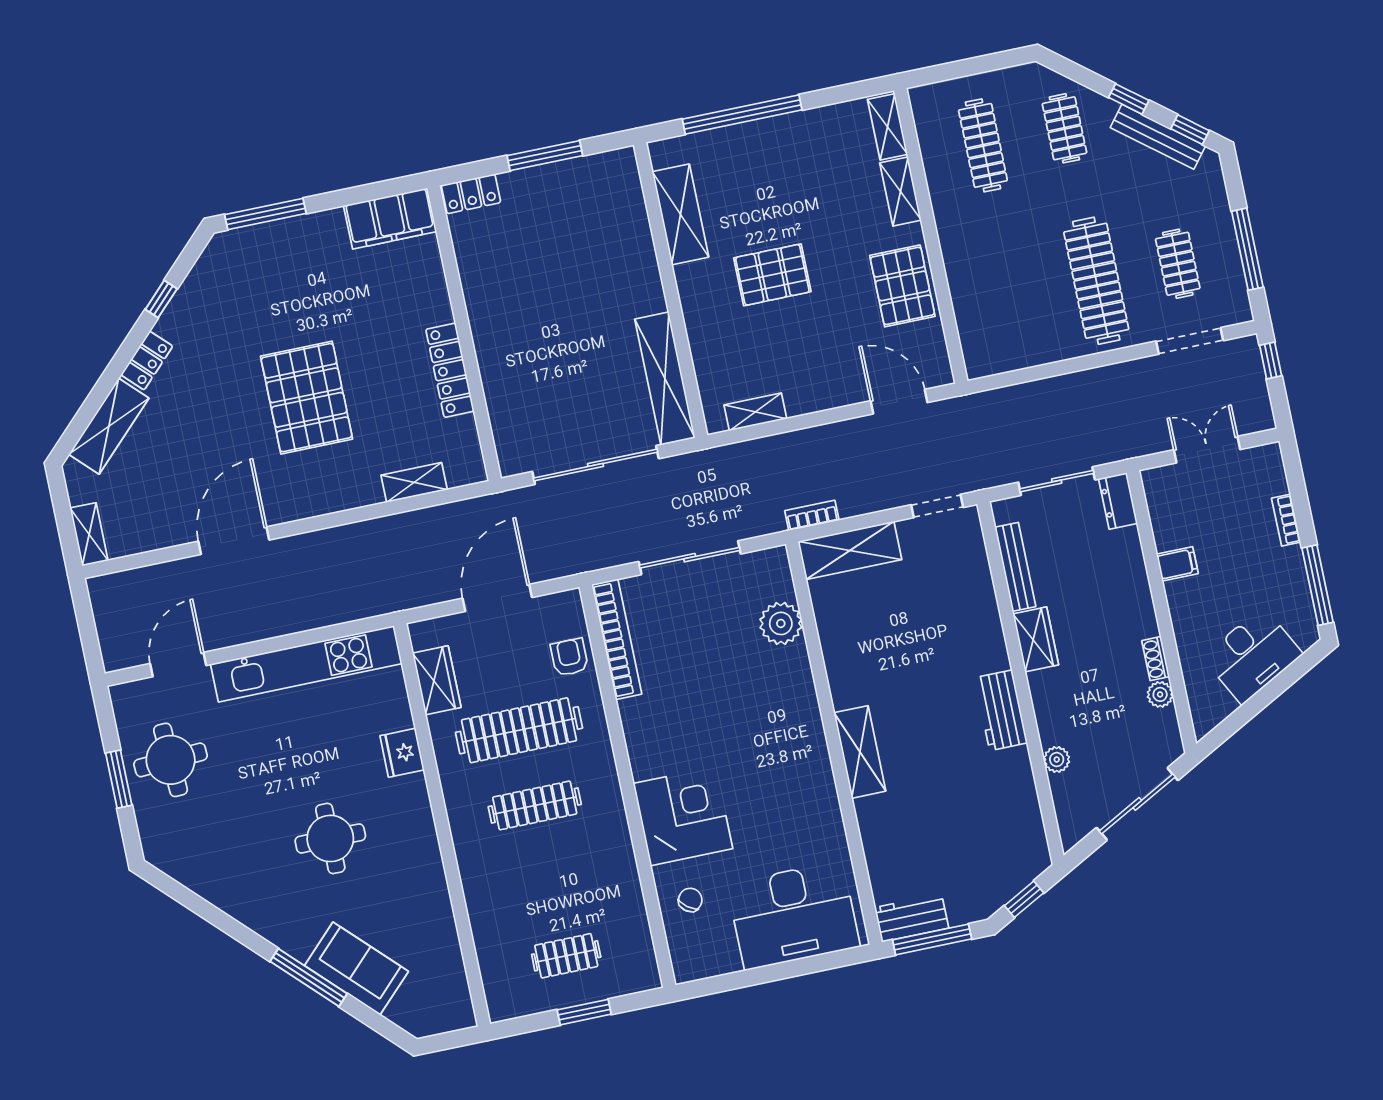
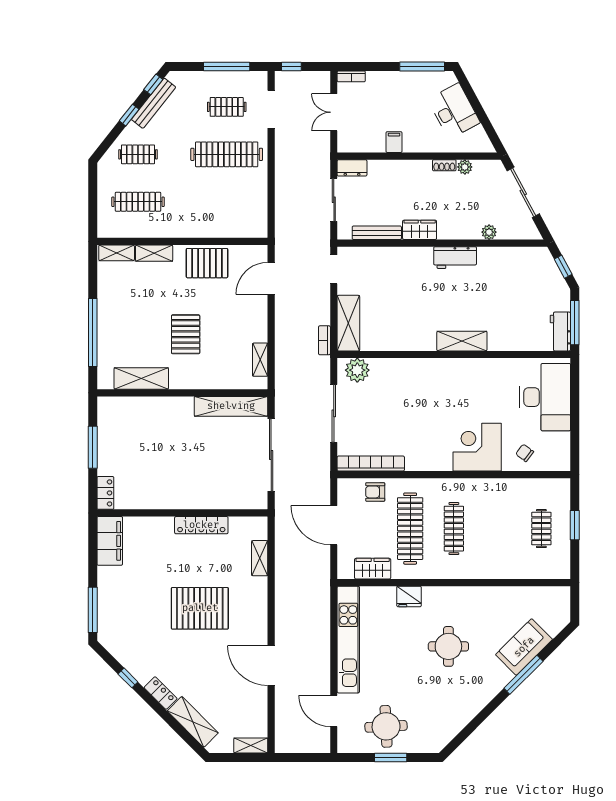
bookcase: (1286, 520) -> (351, 76), moved
plant: (781, 623) -> (357, 370), moved

